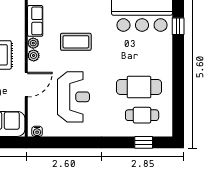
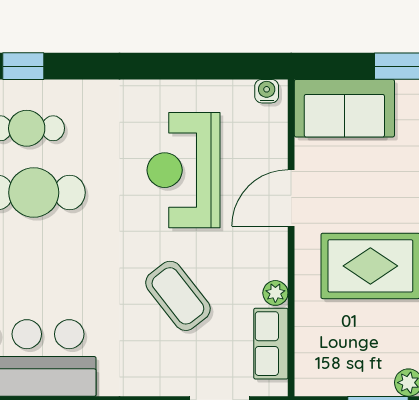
coffee table: (76, 42) -> (178, 296), turned 52
plant: (34, 56) -> (275, 265), removed

